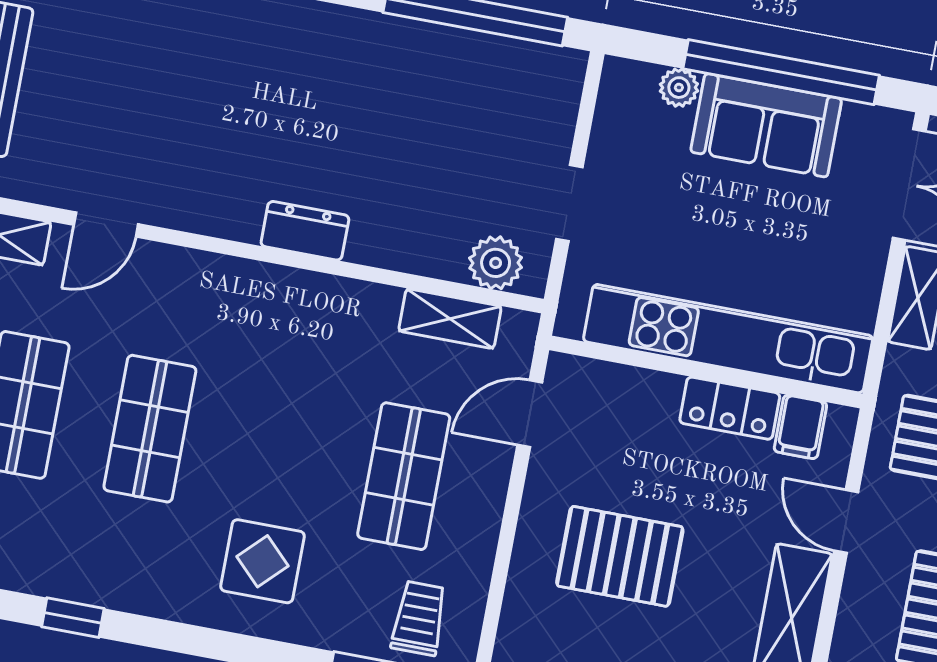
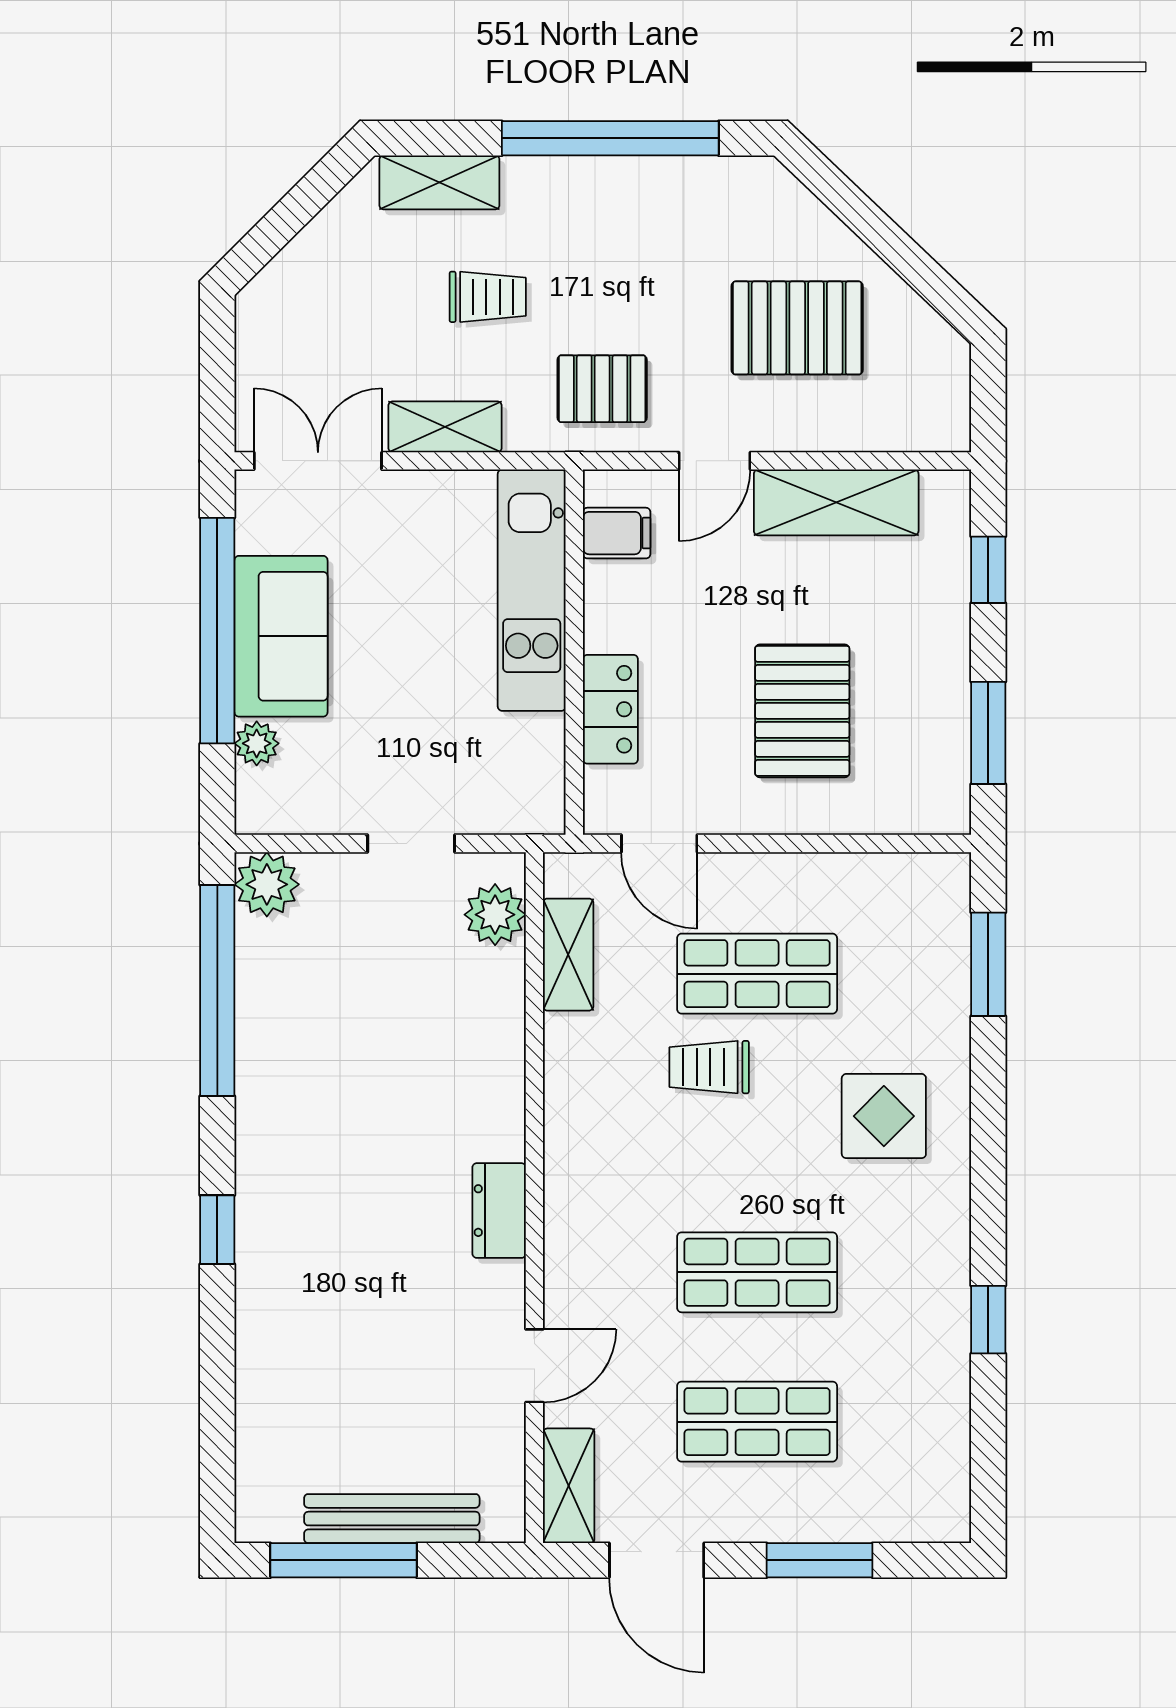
plant: (558, 74) -> (267, 884), added
door: (106, 225) -> (534, 1366), hinge flipped
dresser: (305, 231) -> (499, 1211), moved
kitchen unit: (728, 339) -> (532, 590), width x0.73
locker: (730, 408) -> (610, 709), moved
trolley: (419, 618) -> (709, 1067), moved

